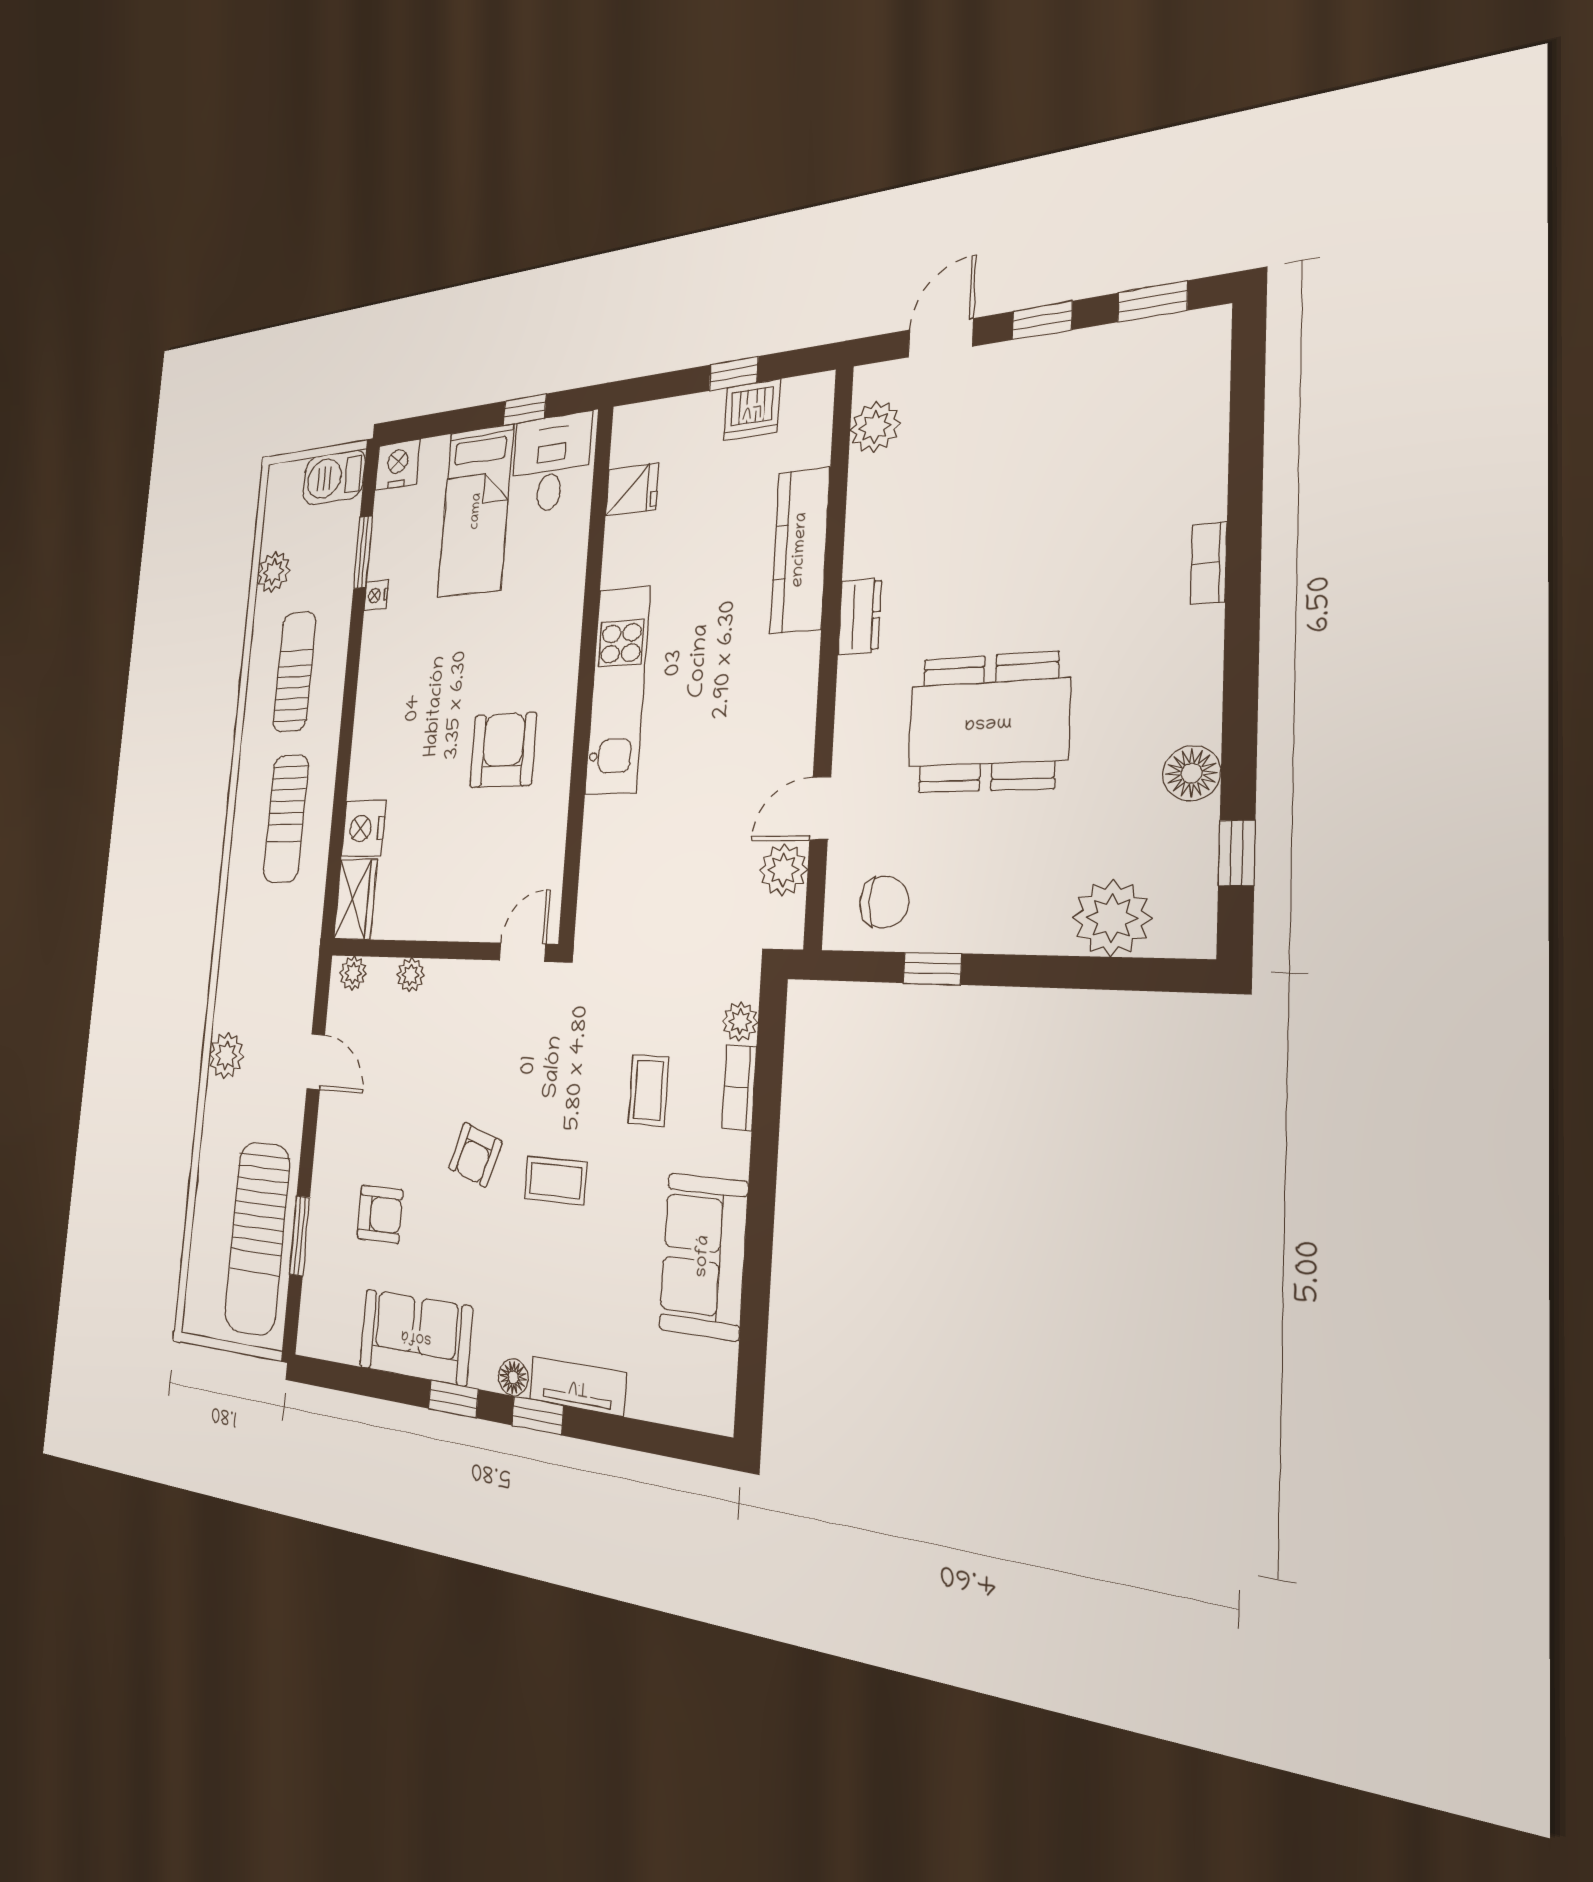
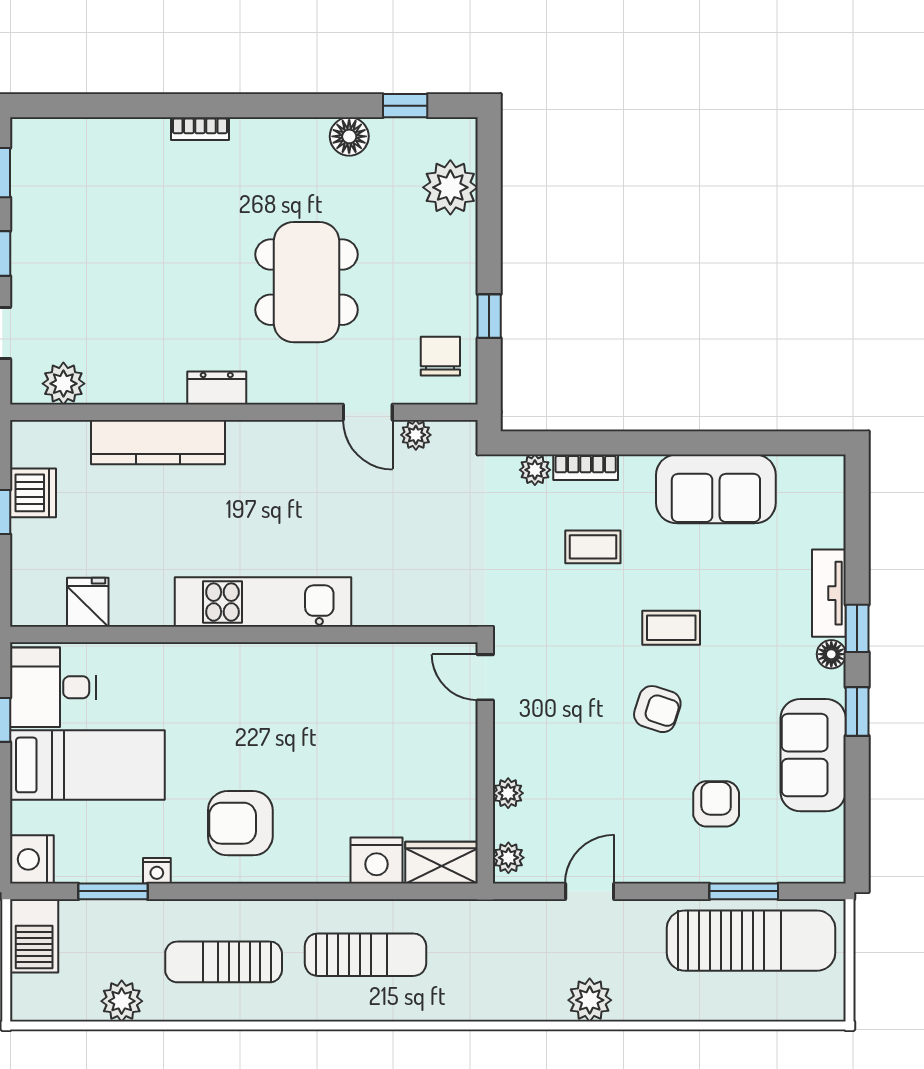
armchair: (503, 750) -> (240, 823), moved
plant: (783, 870) -> (416, 435), width x0.73, depth x0.73
coffee table: (555, 1180) -> (671, 628), turned 90

